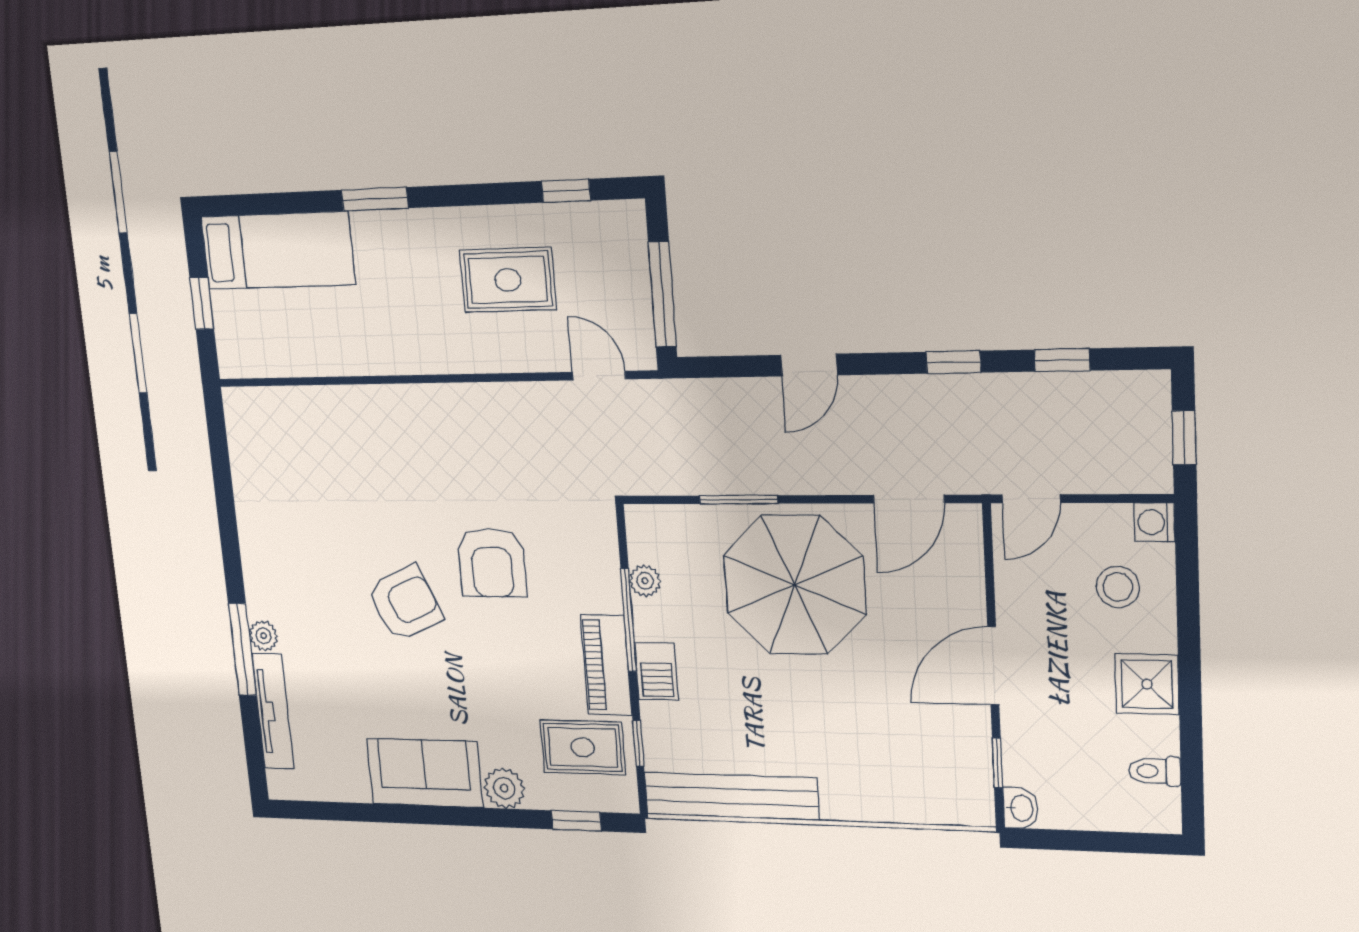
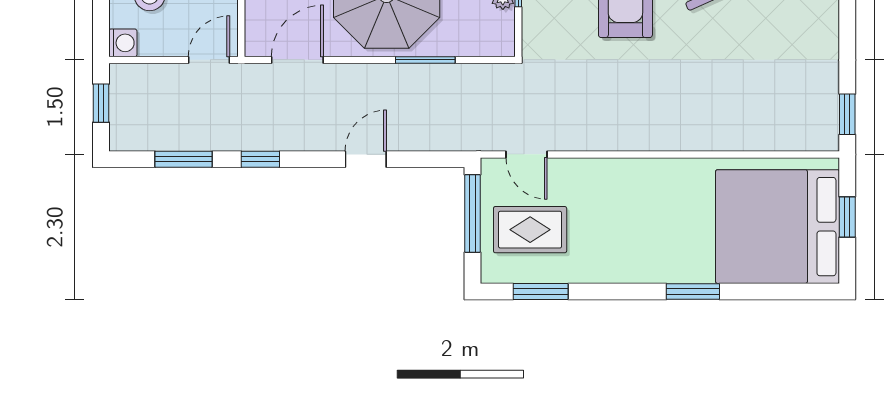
window: (566, 191) -> (541, 291), width x1.50
bed: (278, 251) -> (778, 227), width x2.04
rug: (508, 280) -> (530, 230), moved
window: (1062, 360) -> (183, 159), width x1.50
window: (217, 434) -> (847, 114), added

